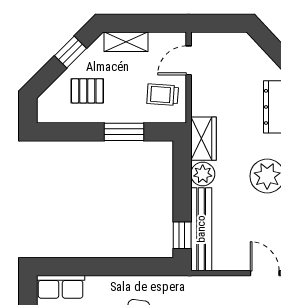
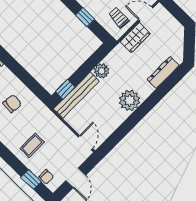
window: (124, 132) -> (85, 17), width x0.67
wardrobe: (203, 139) -> (135, 38), moved

